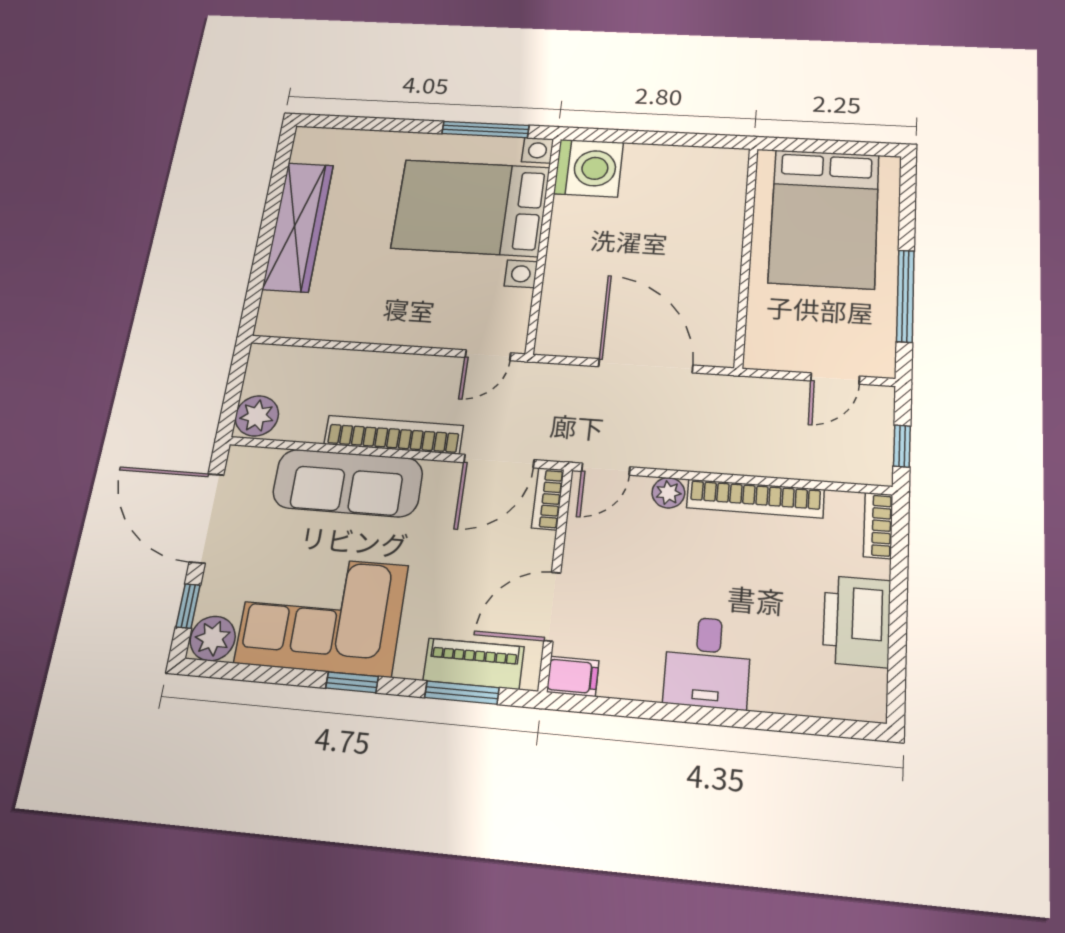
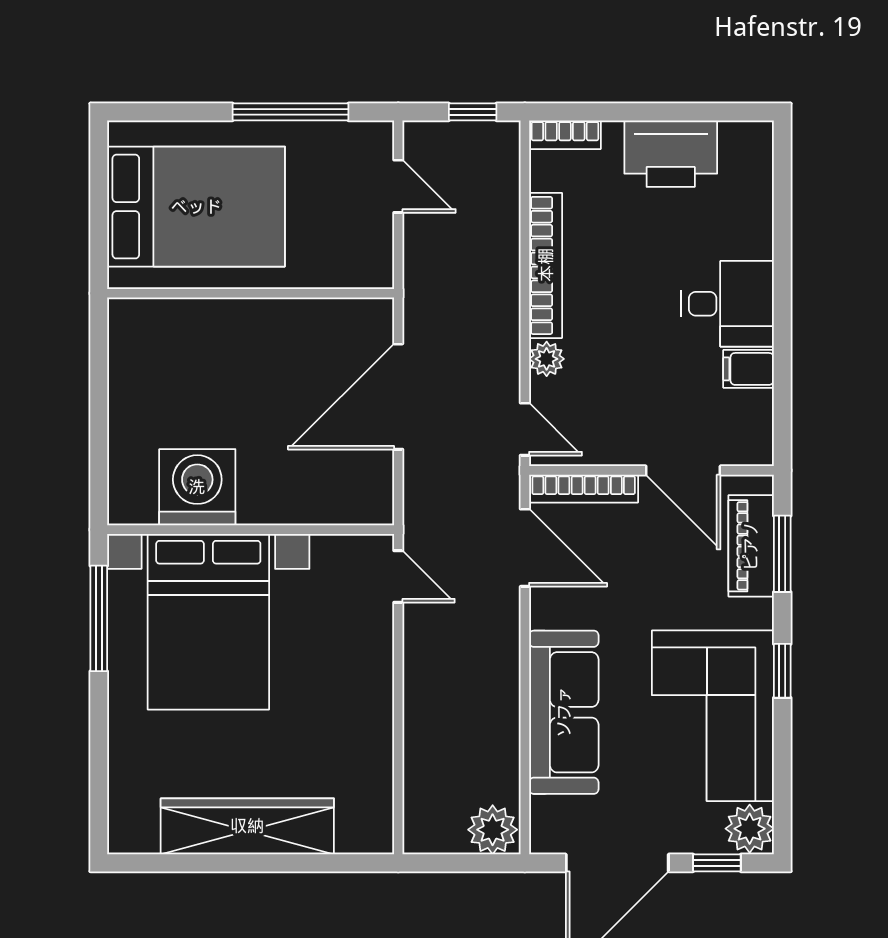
washing machine: (589, 168) -> (197, 487), moved
bookcase: (394, 435) -> (503, 670), removed
bookcase: (548, 499) -> (584, 489), width x1.56
filing cabinet: (573, 676) -> (748, 369), moved, turned -90

